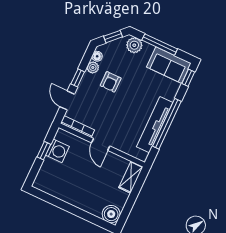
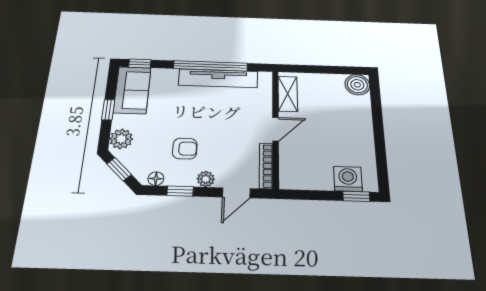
window: (160, 45) -> (108, 110), width x0.46
plant: (93, 67) -> (206, 179), moved
window: (78, 78) -> (180, 191), moved
window: (44, 151) -> (356, 196), moved
washing machine: (57, 151) -> (348, 179), moved
shelving: (131, 177) -> (288, 94), moved, turned 90

